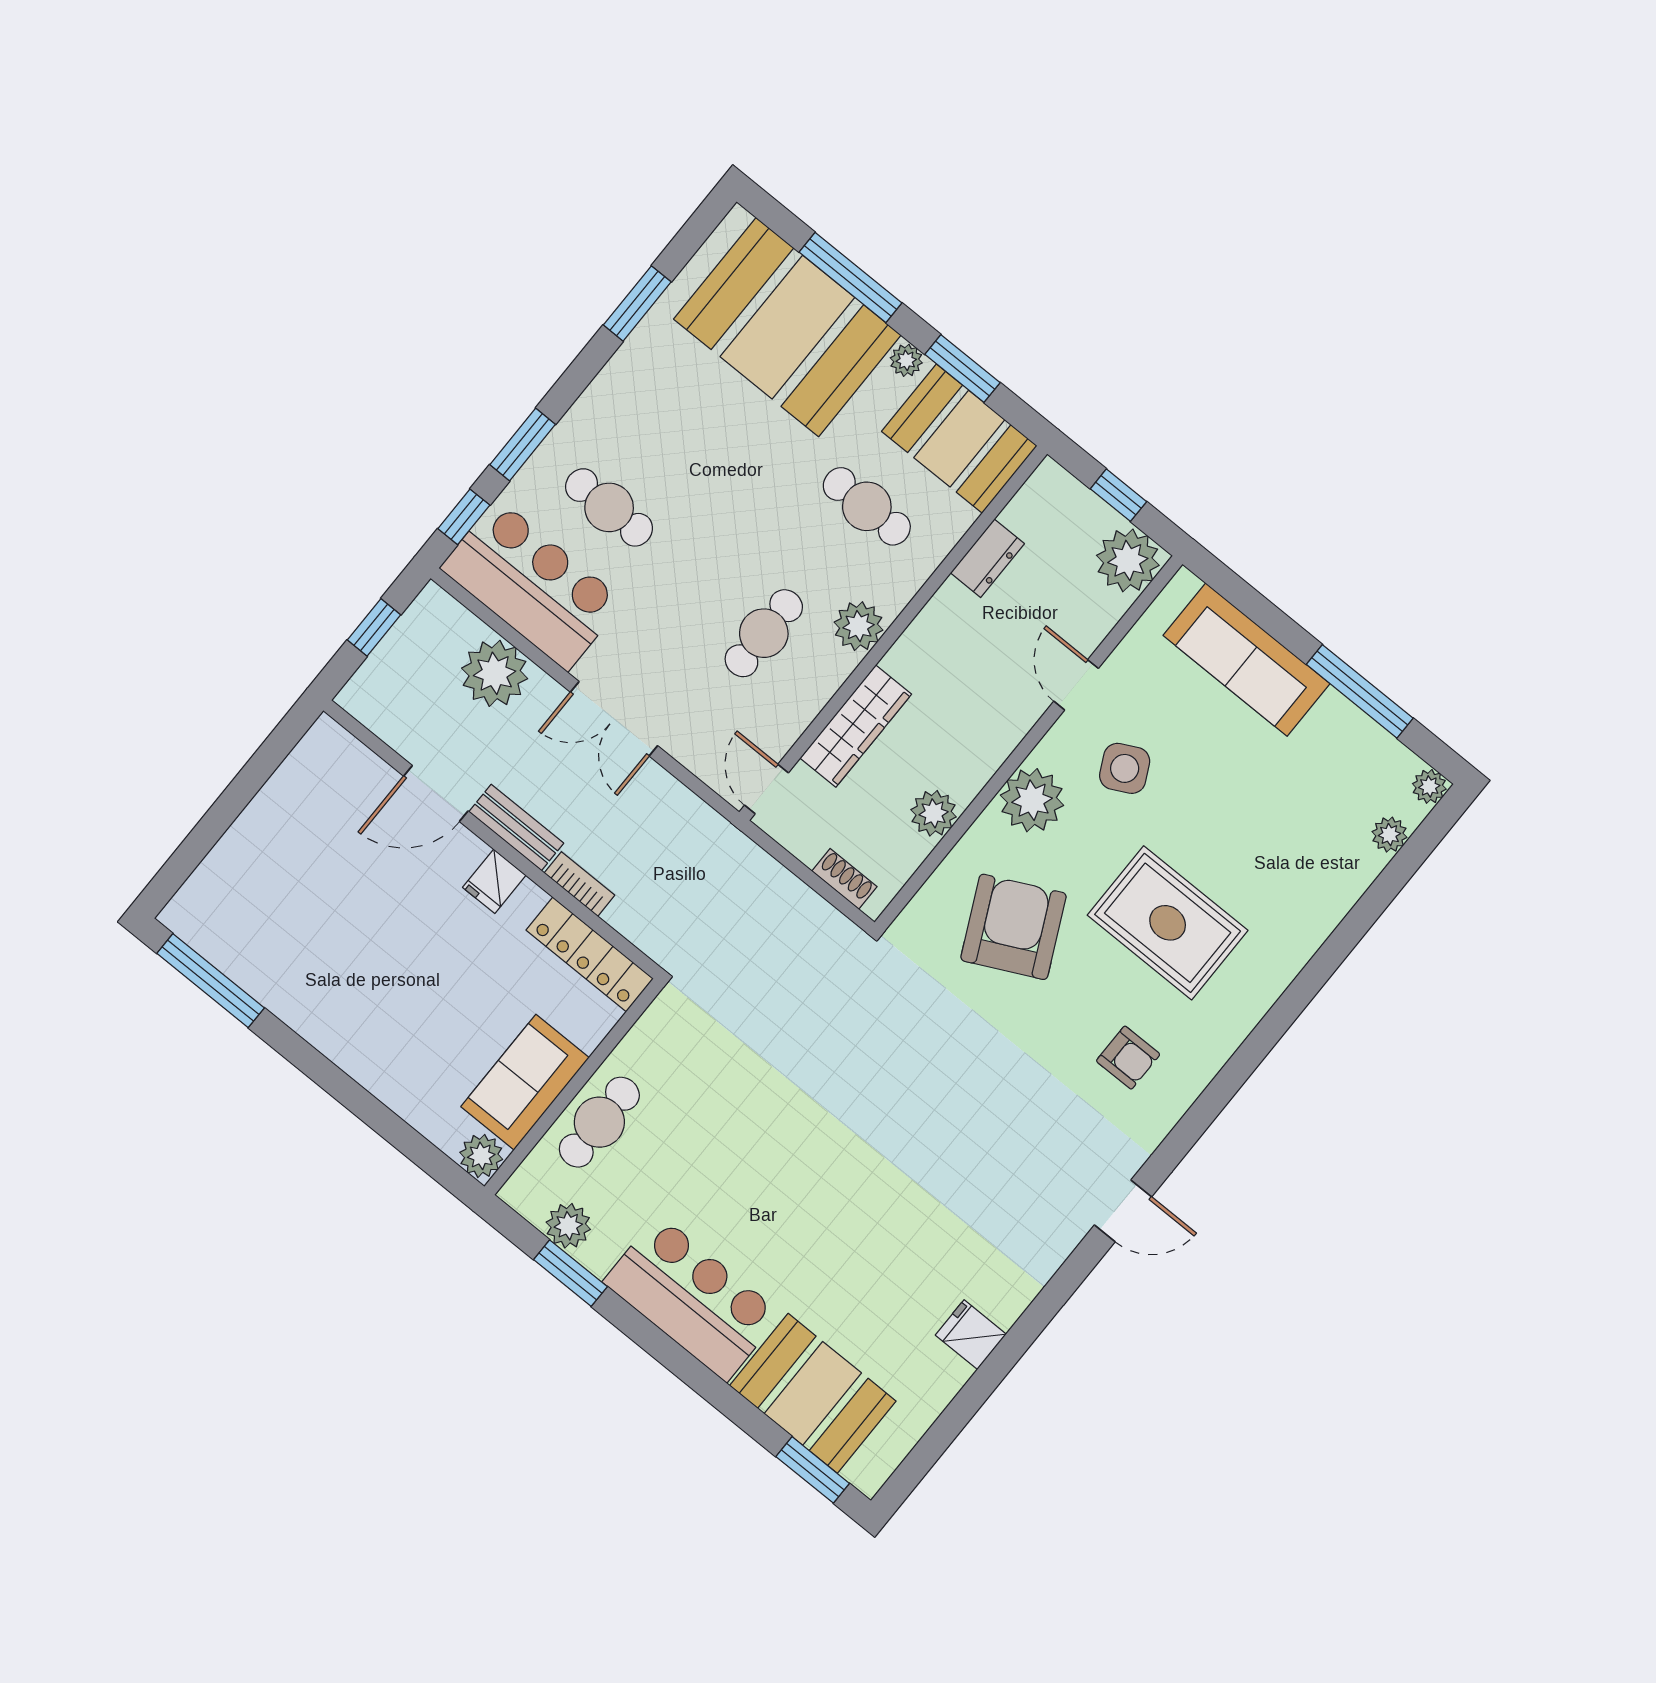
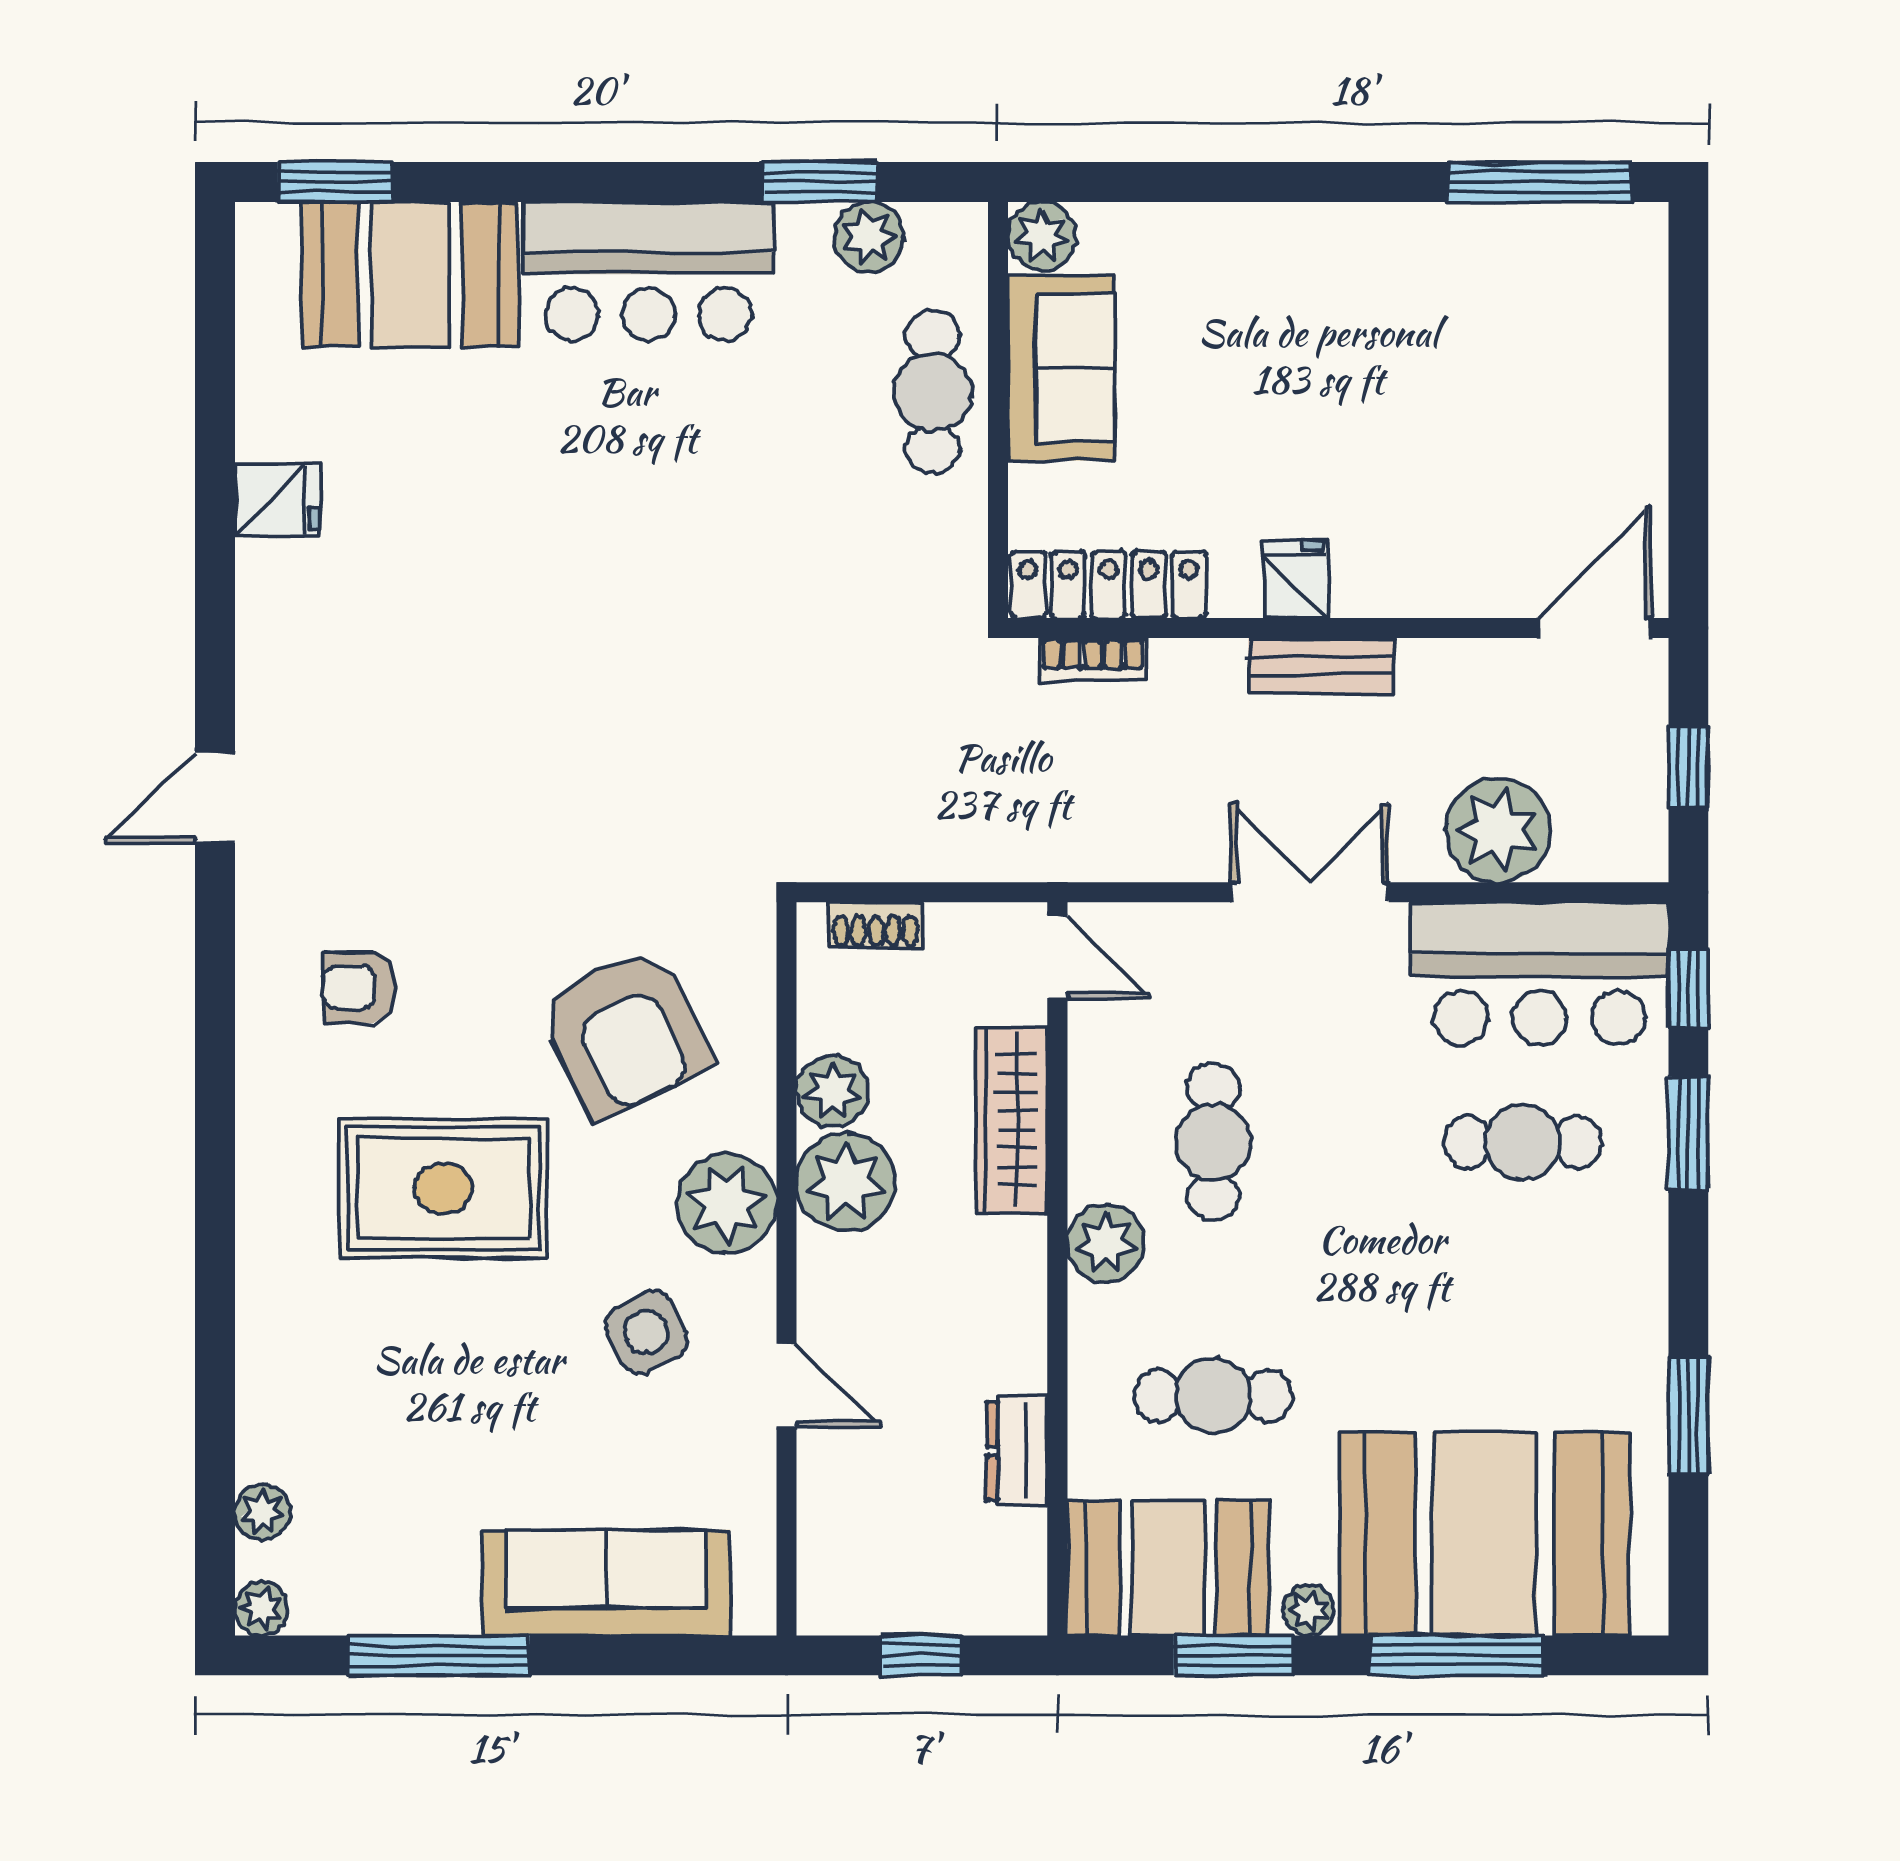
plant: (1128, 560) -> (846, 1182), moved
door: (436, 793) -> (1594, 628), moved
bookcase: (579, 884) -> (1093, 659), moved

